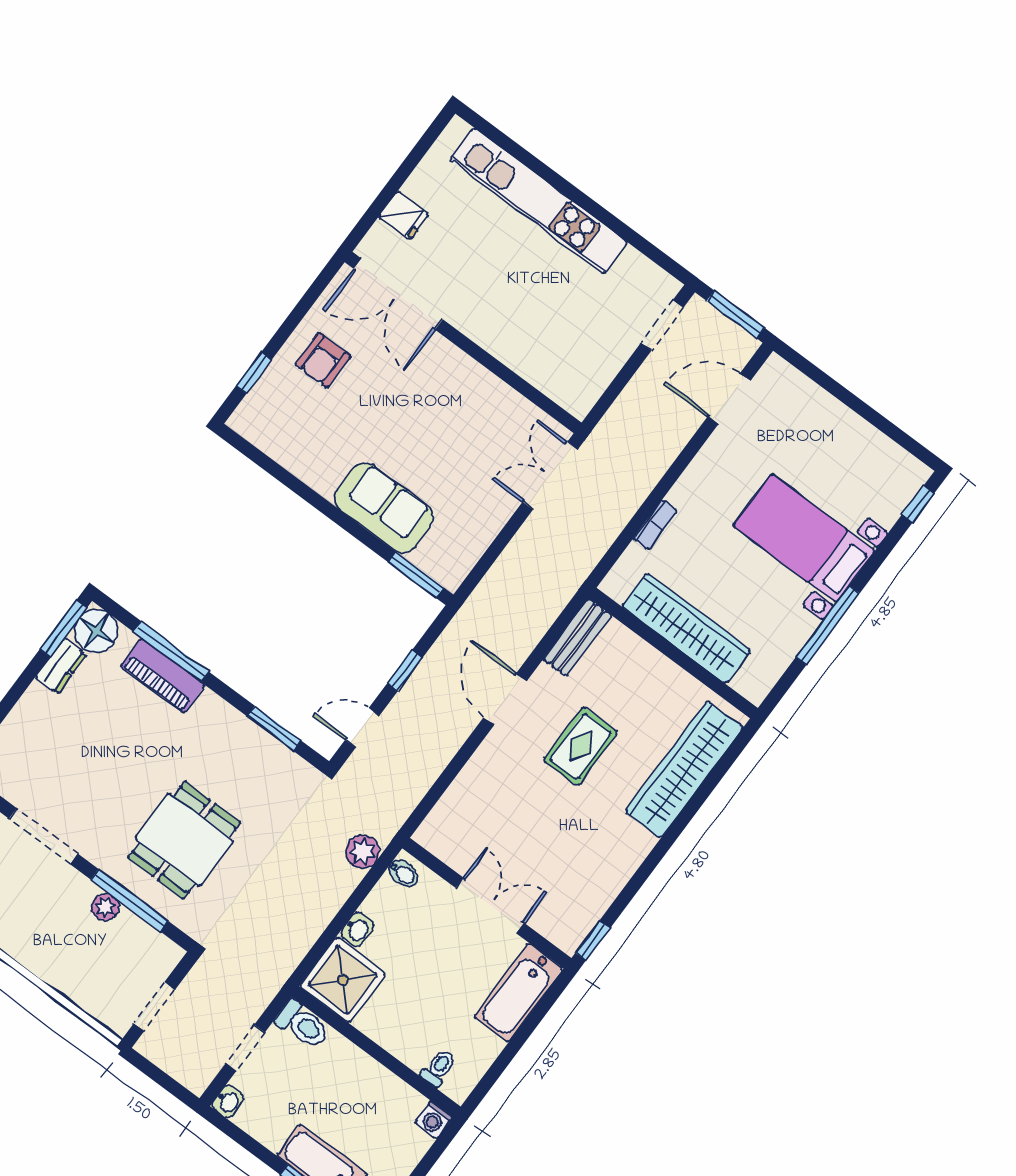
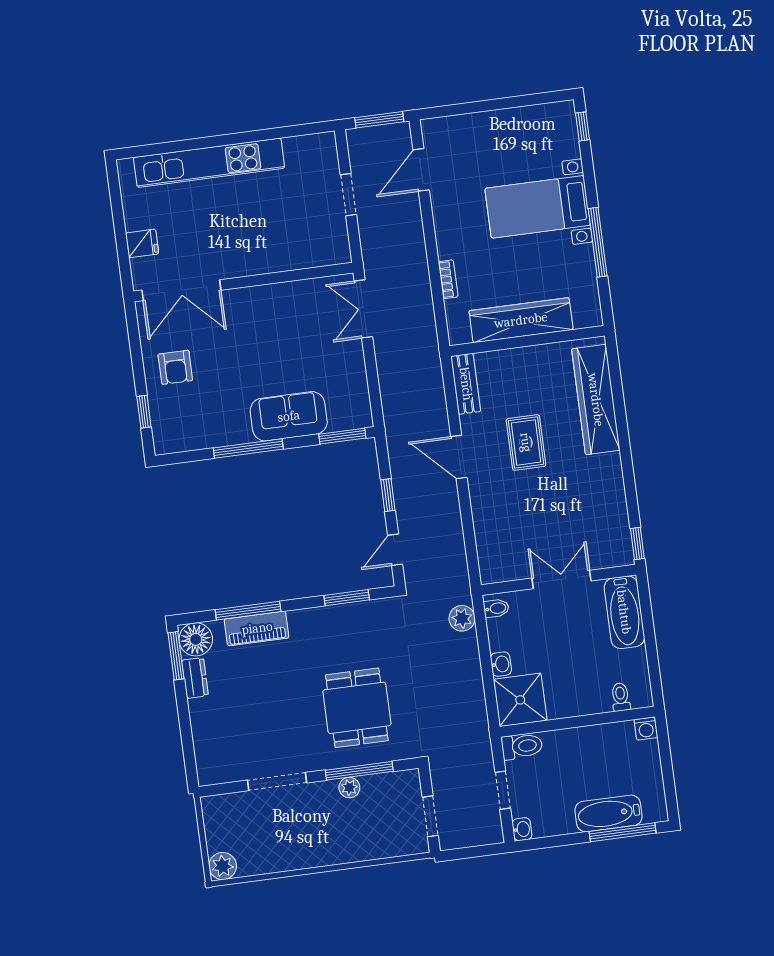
doorway: (662, 325) -> (348, 195), moved
window: (317, 501) -> (248, 448), added

